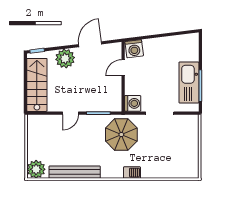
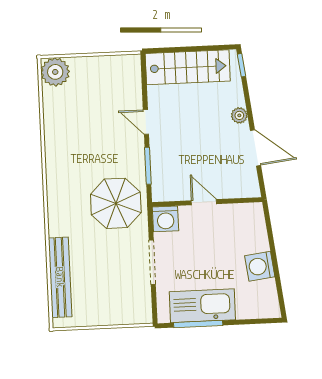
washing machine: (134, 49) -> (260, 266), moved
plant: (65, 58) -> (239, 115), width x0.53, depth x0.53
door: (123, 68) -> (204, 202), moved
bench: (75, 172) -> (60, 277), moved
barbecue: (132, 173) -> (57, 223), removed

